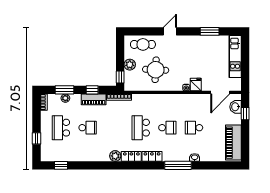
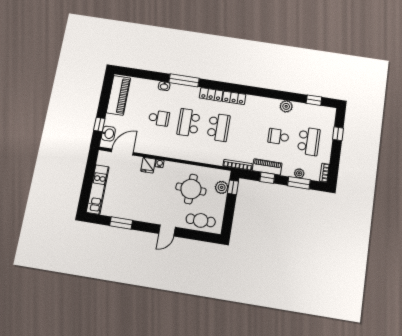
plant: (130, 65) -> (222, 187), moved
school desk: (167, 128) -> (189, 123), width x1.85
plant: (115, 156) -> (286, 106), moved

